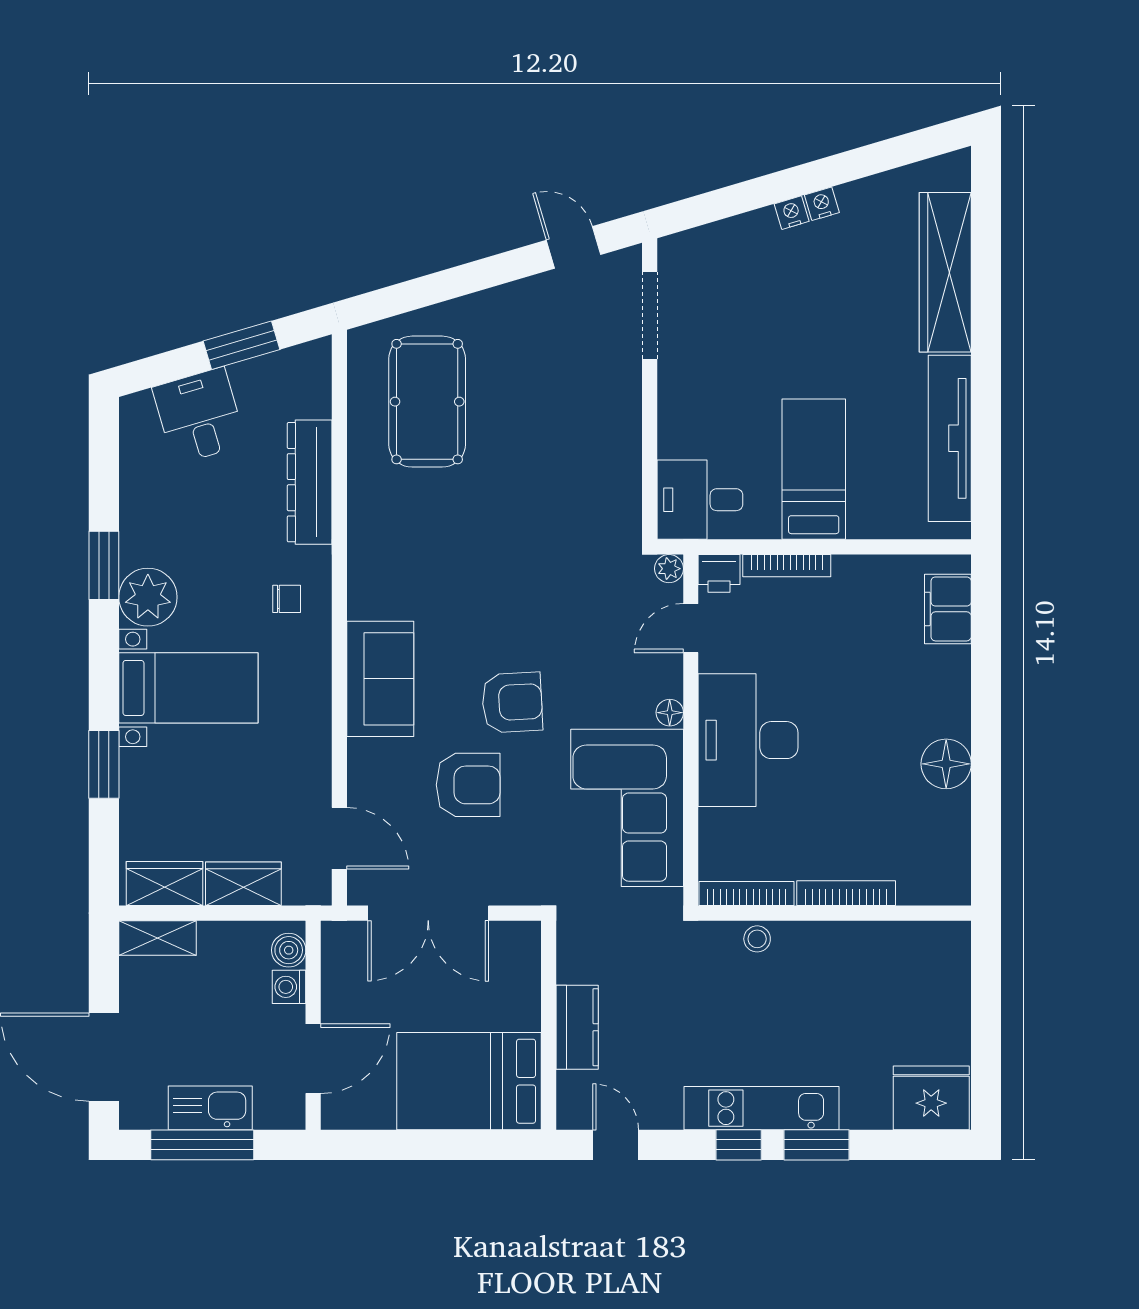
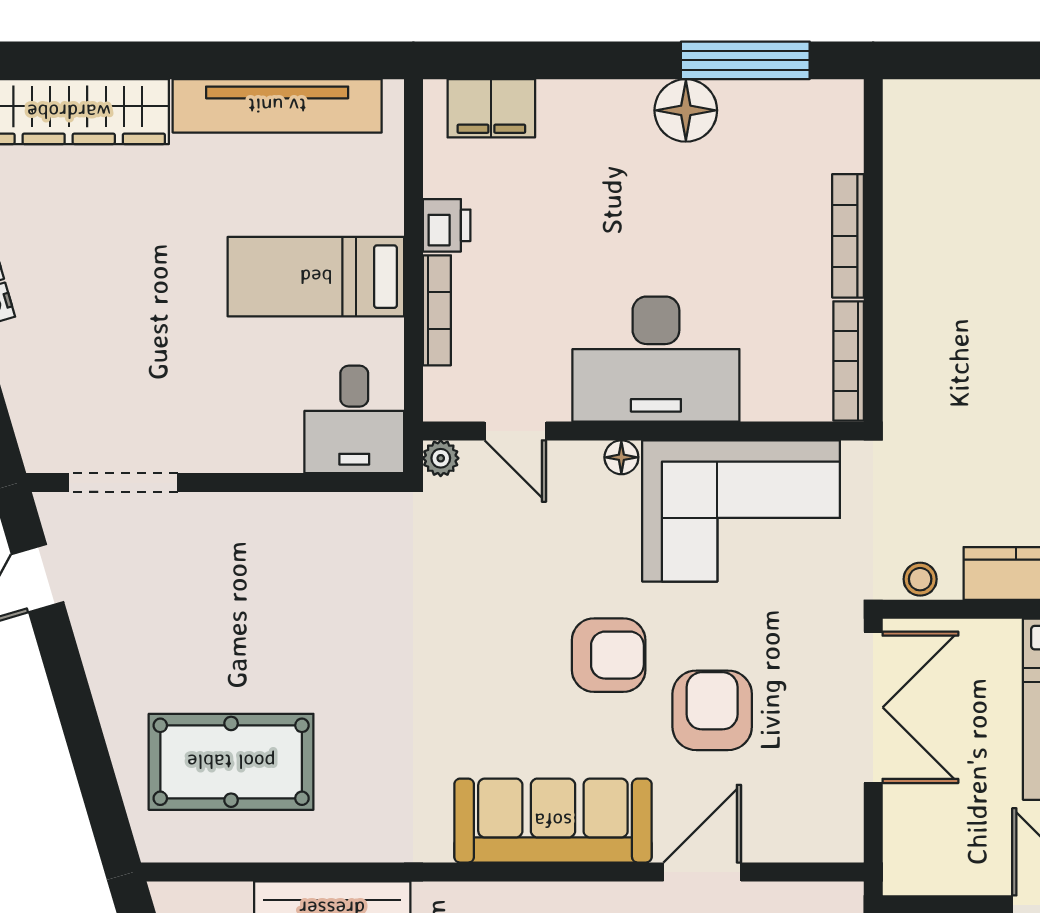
printer: (719, 573) -> (447, 225), moved
sofa: (380, 679) -> (553, 821), width x1.36
armchair: (512, 702) -> (609, 655), turned 93
window: (986, 811) -> (745, 60), added
door: (339, 838) -> (702, 872), moved
double door: (428, 913) -> (873, 707), moved
stool: (757, 939) -> (920, 579), moved

